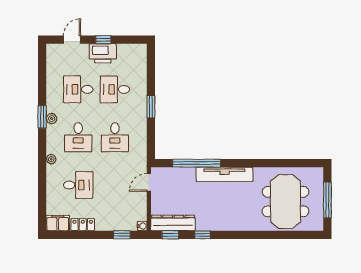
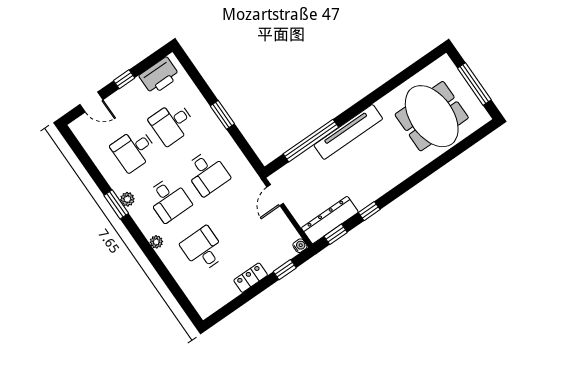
door: (72, 40) -> (91, 102), swing flipped
printer: (103, 53) -> (159, 76), moved
desk: (78, 185) -> (203, 249), turned -90
filing cabinet: (58, 223) -> (210, 304), removed
locker: (83, 225) -> (251, 278), moved

